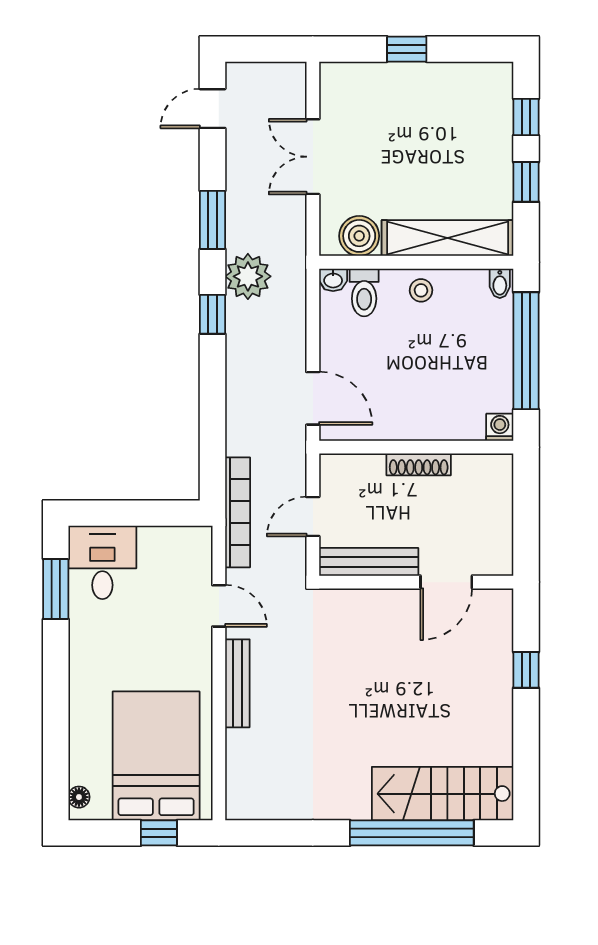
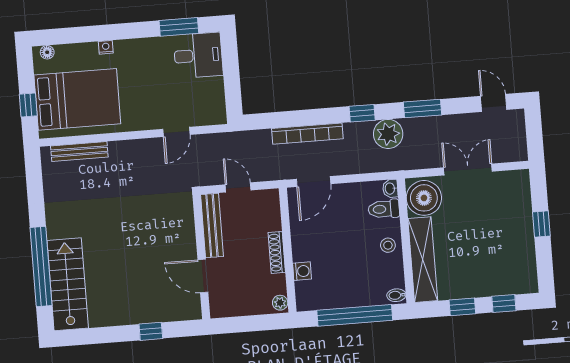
boiler: (359, 236) -> (424, 198), width x1.37, depth x1.37
washing machine: (500, 427) -> (302, 271), moved
plant: (497, 465) -> (280, 303), added
bookcase: (238, 512) -> (307, 134), moved
bench: (237, 683) -> (79, 151), moved
nightstand: (78, 705) -> (106, 47), added

